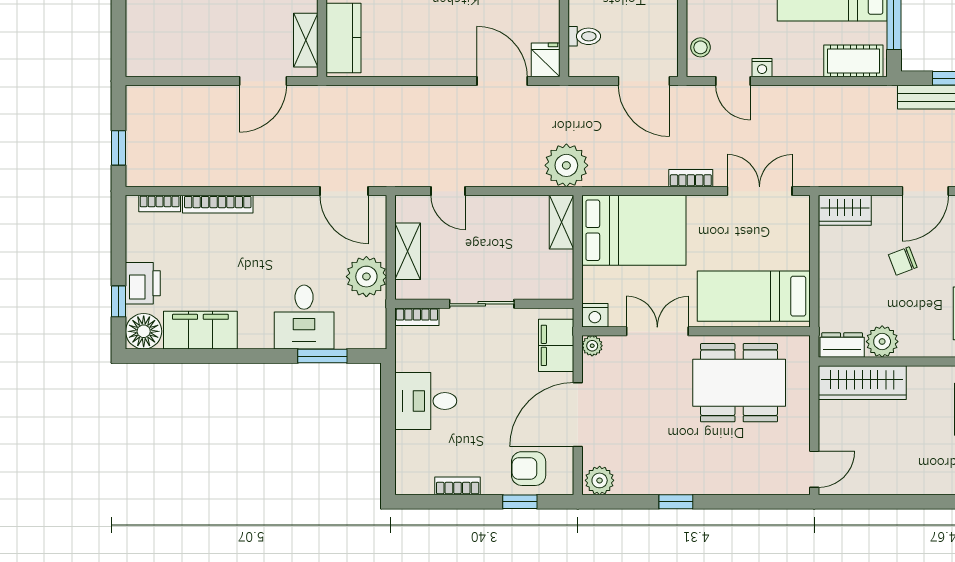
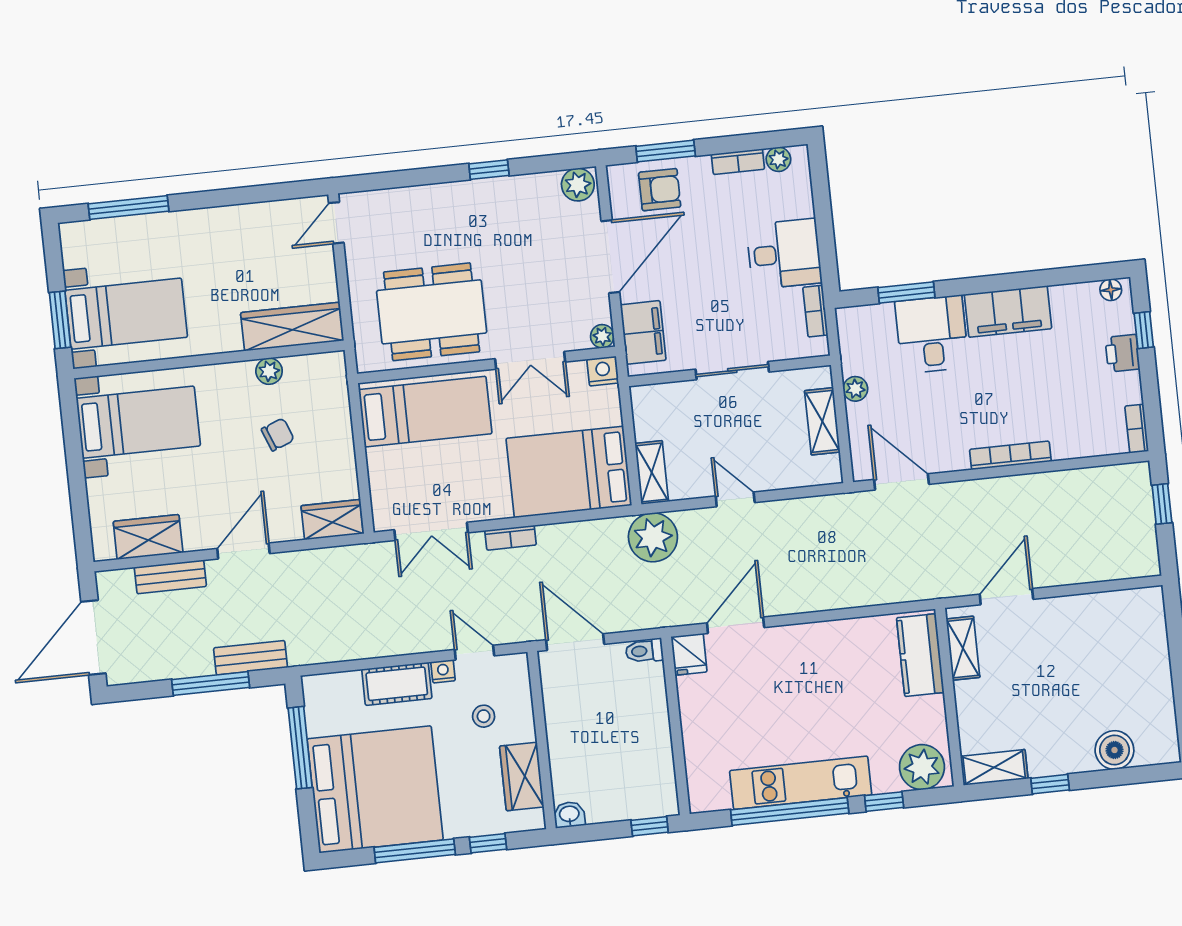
toilet: (584, 36) -> (644, 651), moved
stool: (700, 47) -> (484, 716), moved
cot: (853, 61) -> (397, 684), moved
door: (502, 81) -> (736, 625), swing flipped
door: (448, 191) -> (735, 499), moved
bookcase: (160, 203) -> (1137, 429), moved, turned -90
bookcase: (218, 204) -> (1010, 455), moved
chair: (903, 261) -> (278, 435), moved
plant: (366, 277) -> (855, 389), width x0.53, depth x0.53
printer: (143, 283) -> (1122, 353), width x0.73, depth x0.81
bookcase: (417, 317) -> (815, 311), moved, turned -90
filing cabinet: (200, 330) -> (1008, 311), moved
floor lamp: (144, 331) -> (1111, 290), width x0.53, depth x0.53
plant: (882, 342) -> (269, 371), width x0.73, depth x0.73
dresser: (842, 345) -> (319, 367), removed
plant: (422, 484) -> (778, 159), added
window: (520, 502) -> (666, 151), width x1.50

